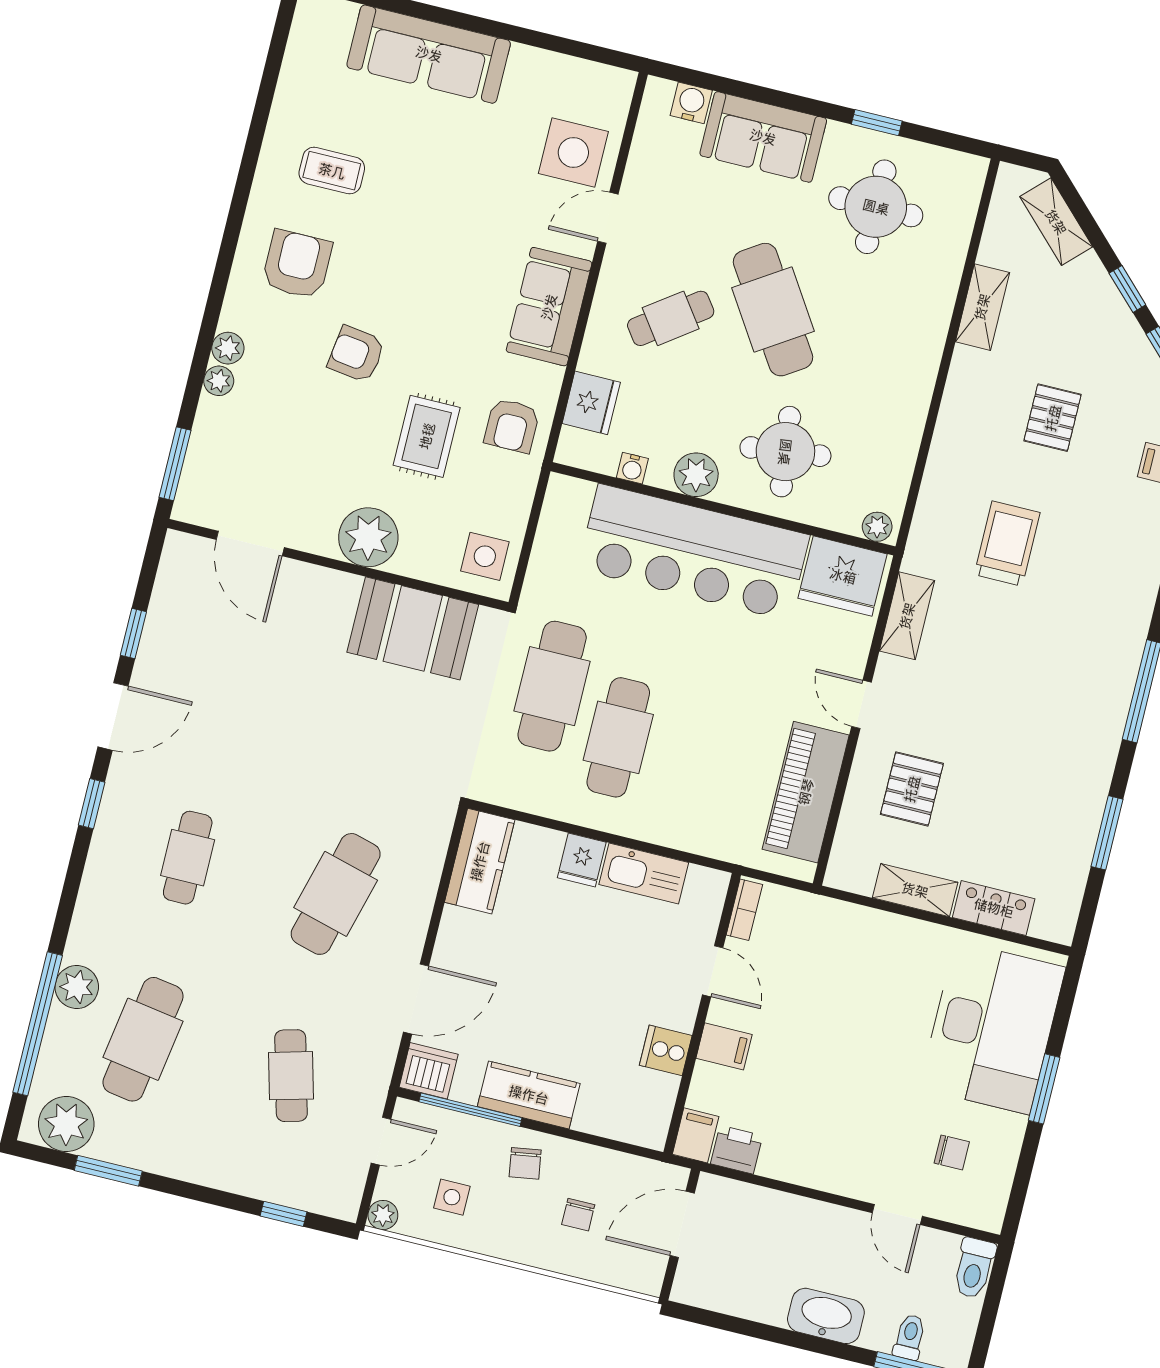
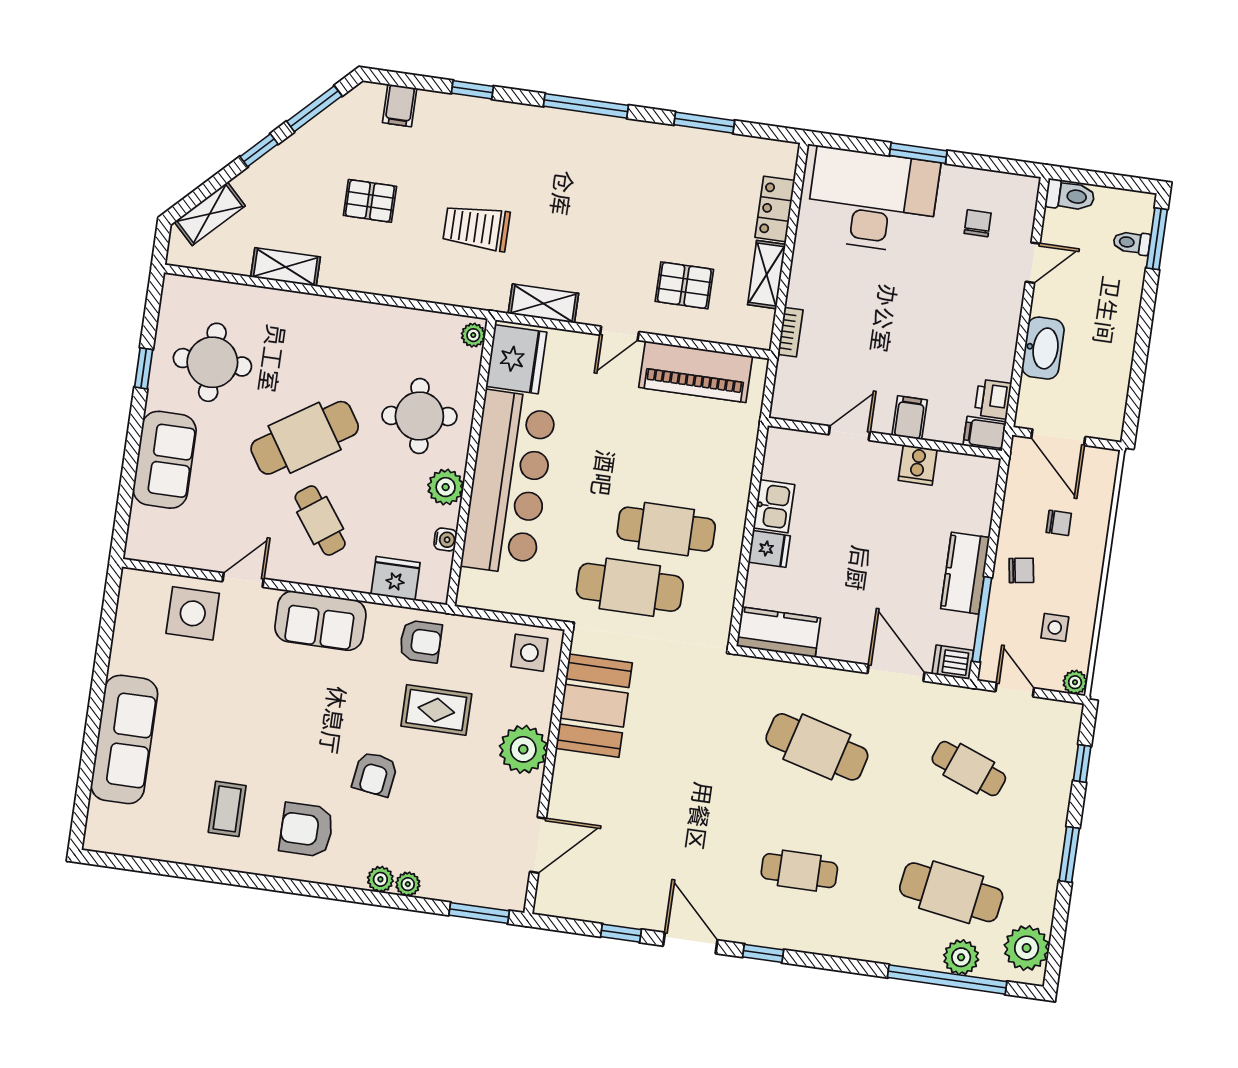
water cooler: (691, 103) -> (143, 521), removed
door: (608, 218) -> (243, 580), swing flipped
kitchen sink: (644, 874) -> (774, 506), width x0.73
bookcase: (744, 910) -> (790, 332), moved, turned 90
plant: (77, 987) -> (961, 957), moved
dishwasher: (429, 1071) -> (953, 662), width x0.73
cafe table: (291, 1076) -> (969, 769), turned 36
window: (108, 1171) -> (1069, 854), moved
washbasin: (826, 1316) -> (1043, 348), moved, turned 180

